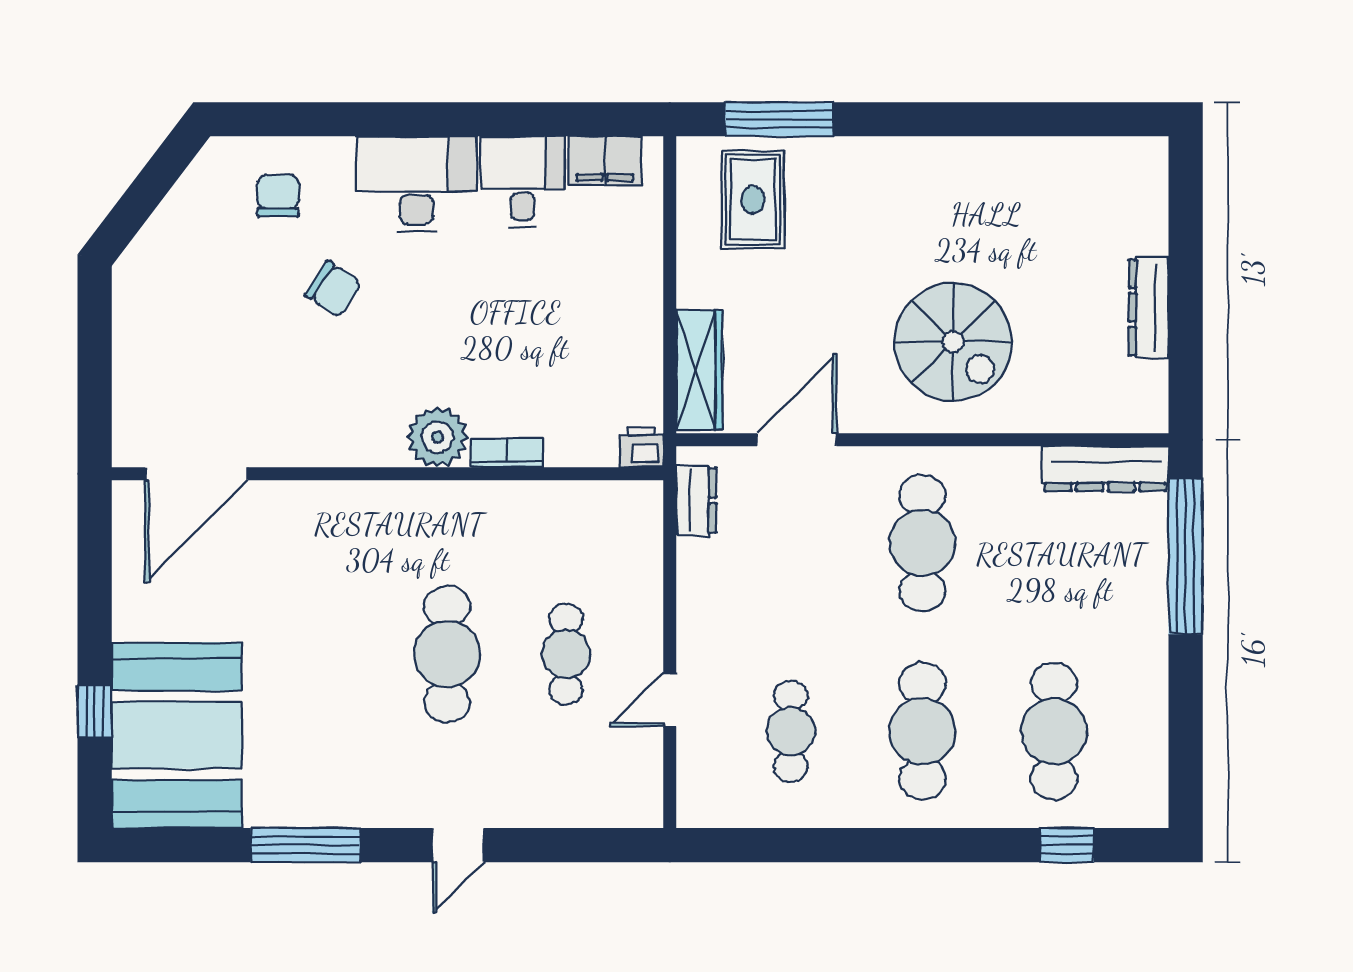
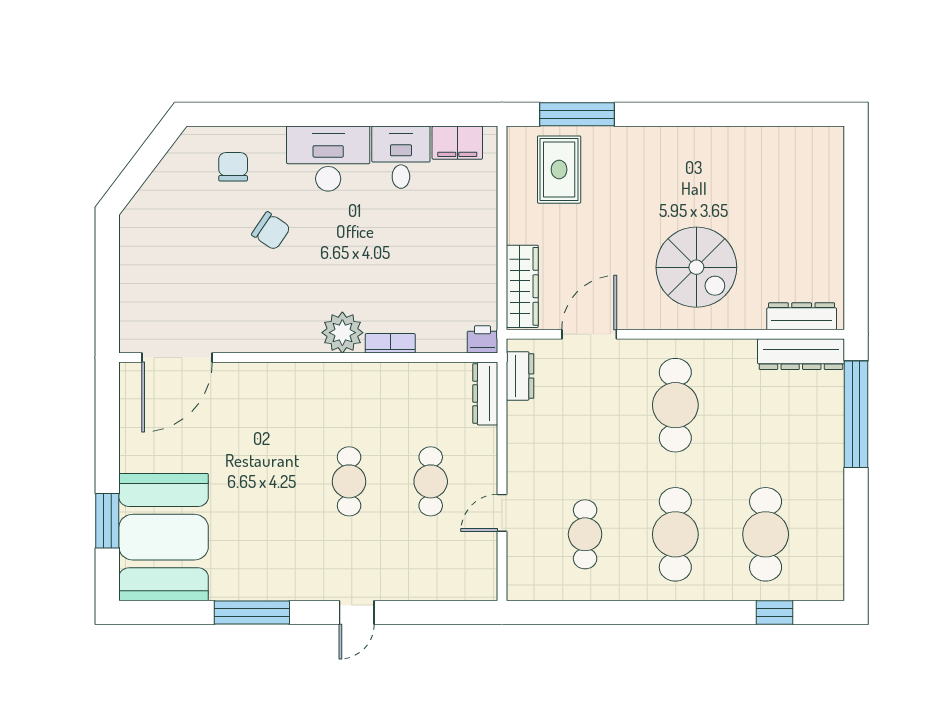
dresser: (1149, 307) -> (802, 316), moved, turned 90
dresser: (645, 526) -> (485, 393), added
cafe table: (447, 654) -> (349, 481), width x0.73, depth x0.74
window: (95, 712) -> (107, 521), width x1.50

